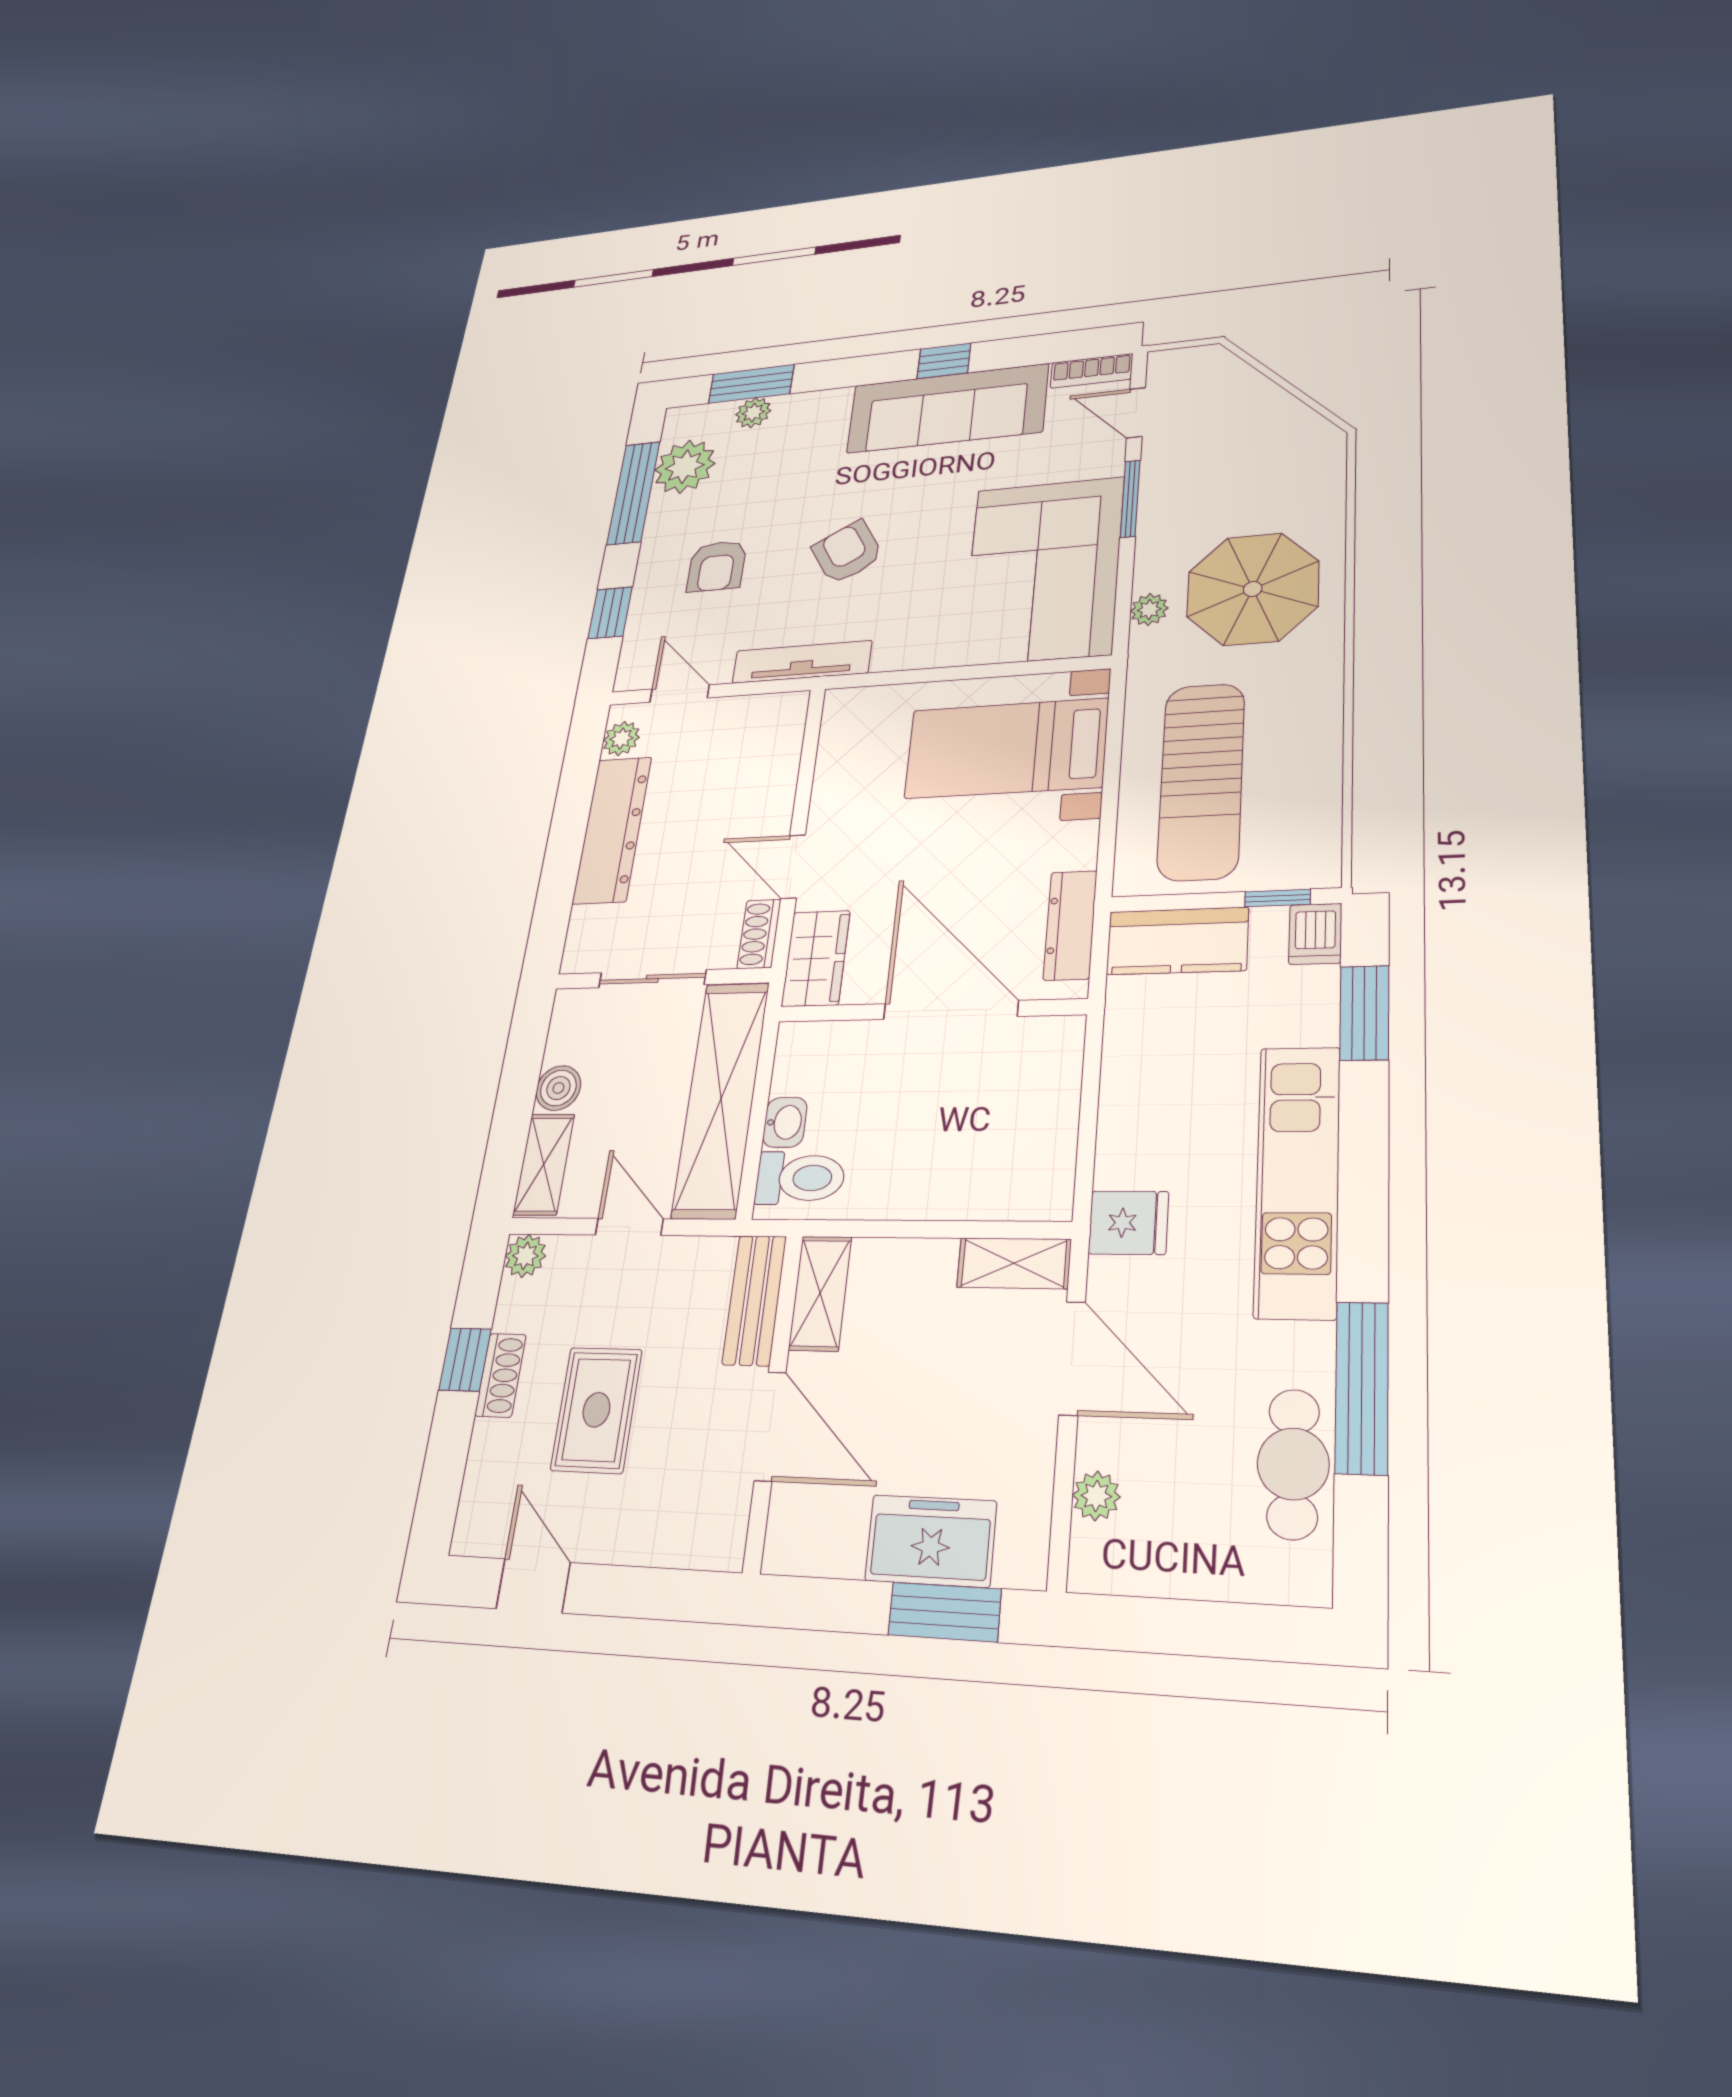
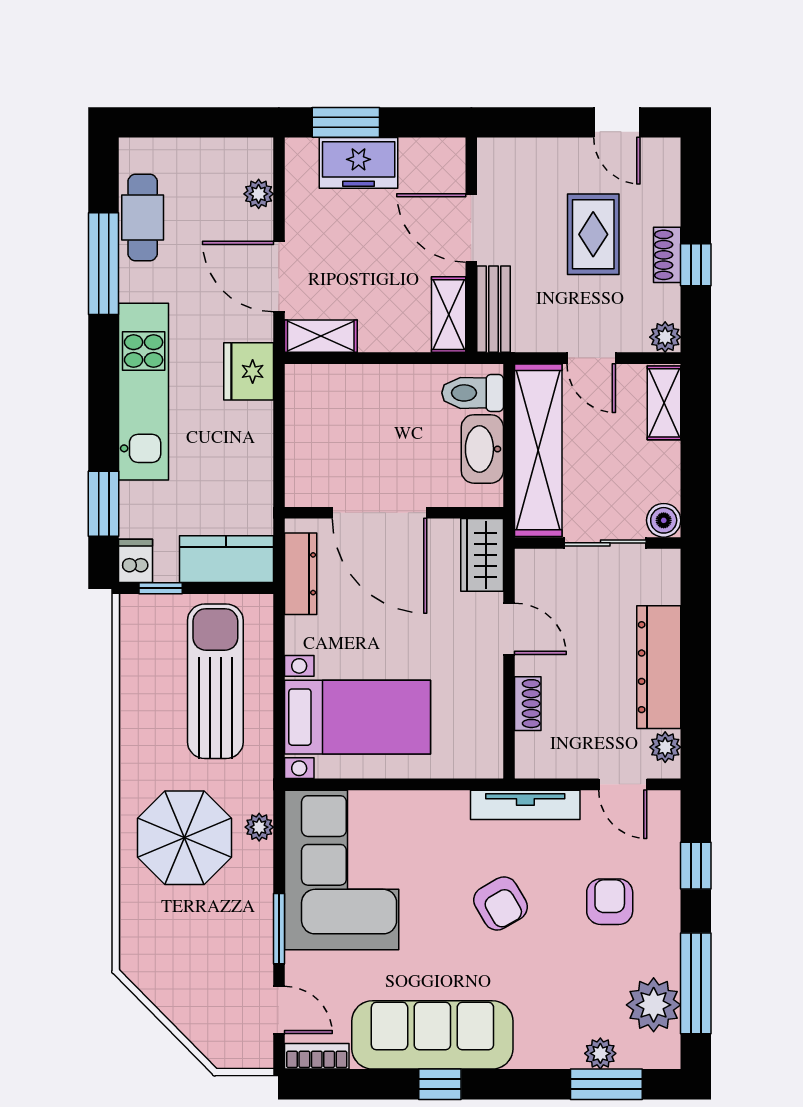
shoe rack: (759, 934) -> (528, 704), moved
boiler: (558, 1088) -> (664, 520), moved
washbasin: (785, 1122) -> (482, 449), width x1.91, depth x1.45
fridge: (1128, 1223) -> (249, 371), width x1.38

